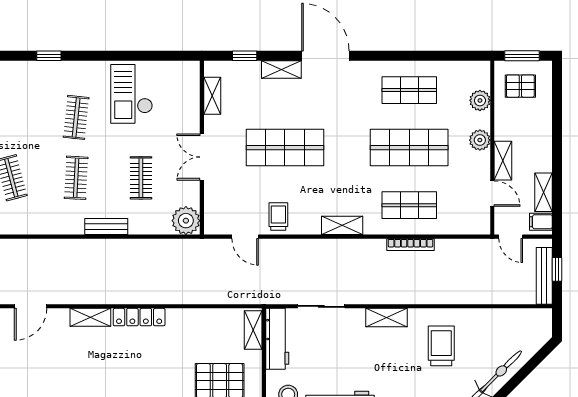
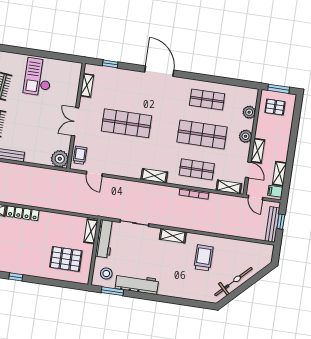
shelving: (281, 69) -> (229, 187), moved
clothes rail: (141, 178) -> (36, 129), removed
trolley: (278, 217) -> (80, 155), moved

